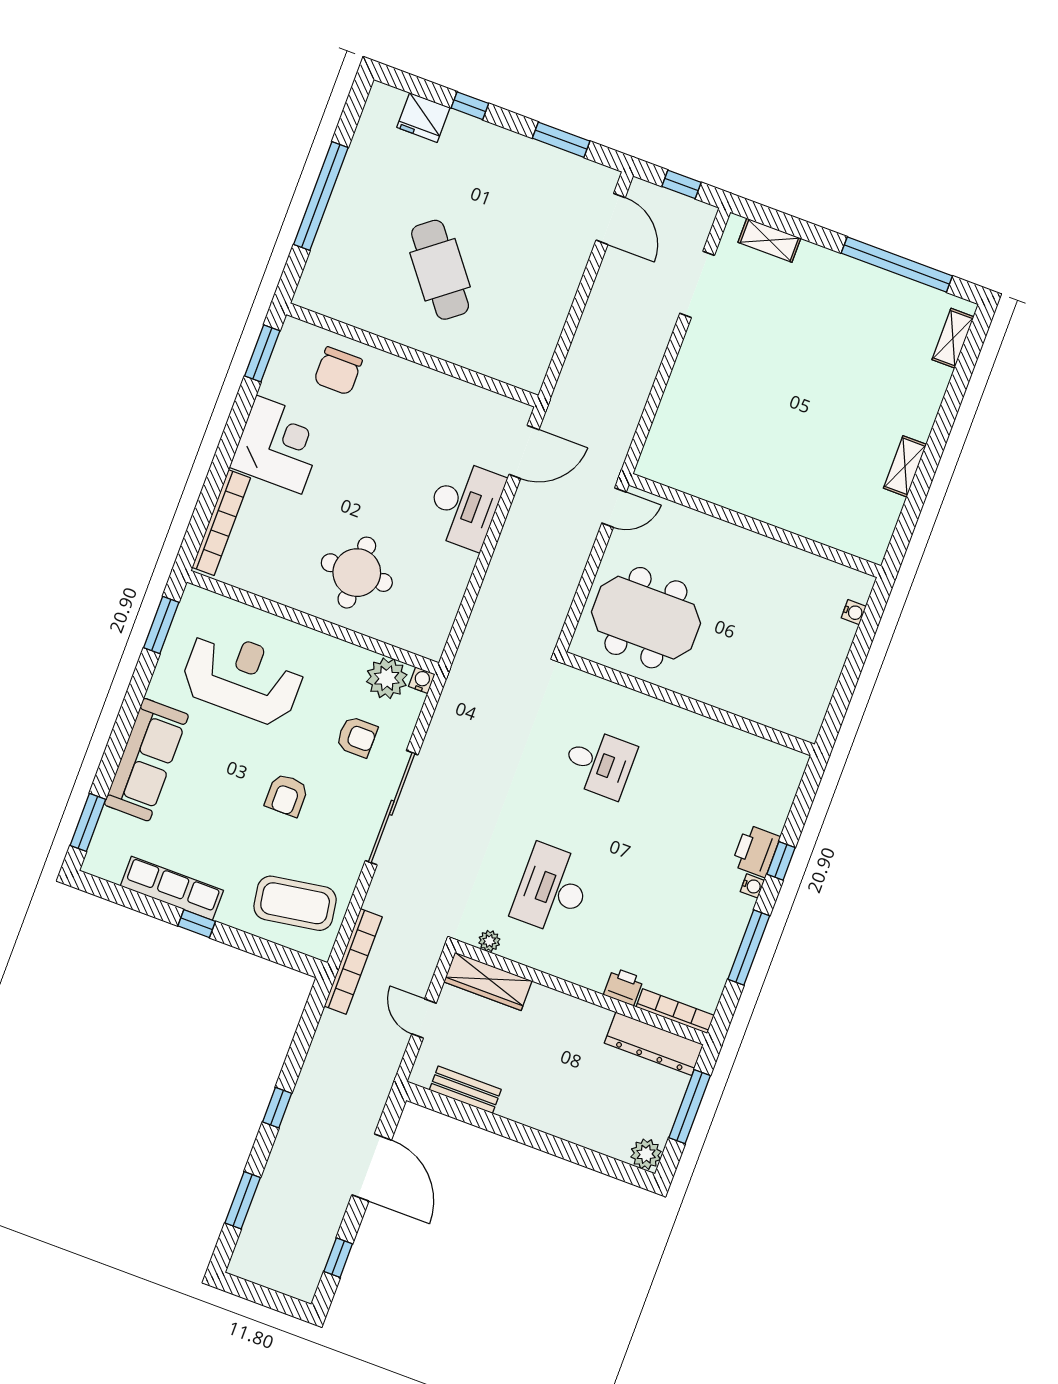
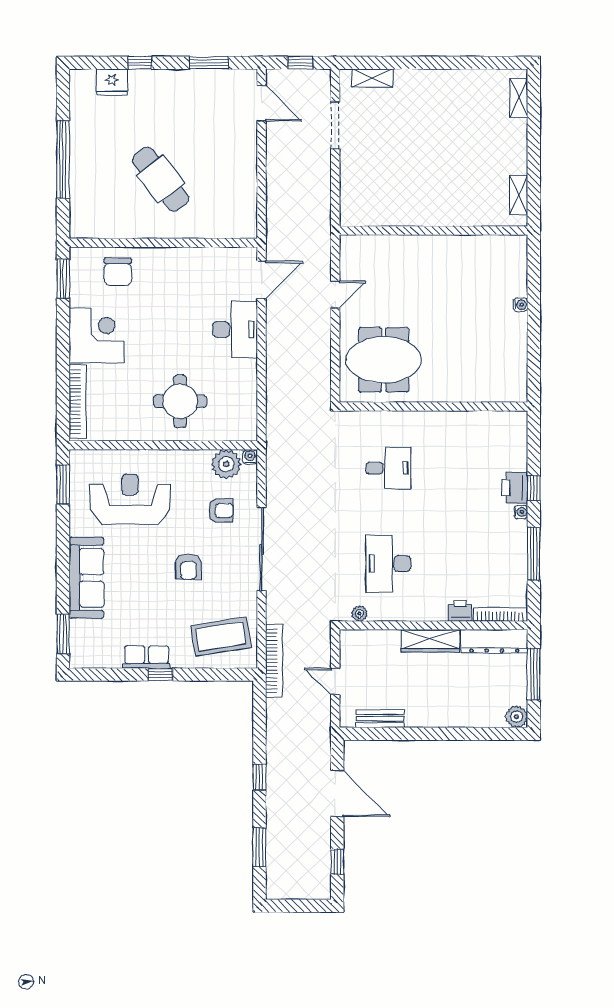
window: (897, 265) -> (463, 63), removed
wall: (755, 525) -> (433, 230), moved
row of seats: (172, 888) -> (147, 657), width x0.68
wardrobe: (488, 981) -> (430, 641), moved

